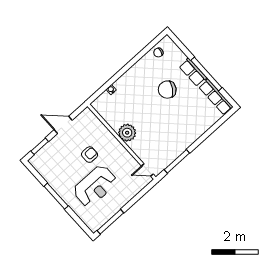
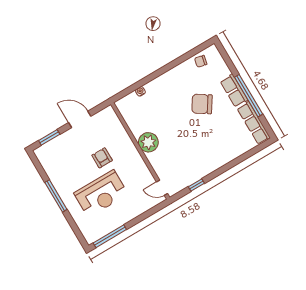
armchair: (90, 155) -> (102, 158), turned -90
window: (177, 161) -> (196, 185), width x0.46

